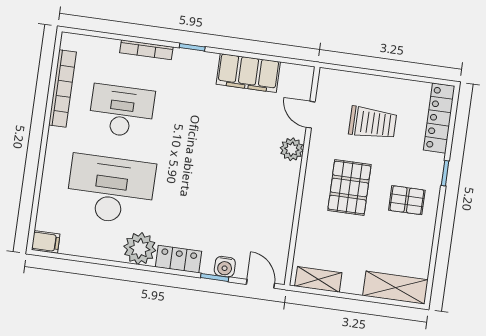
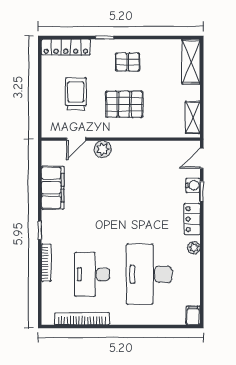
pallet: (407, 200) -> (128, 62), turned 90
plant: (140, 248) -> (194, 248), width x0.53, depth x0.53

